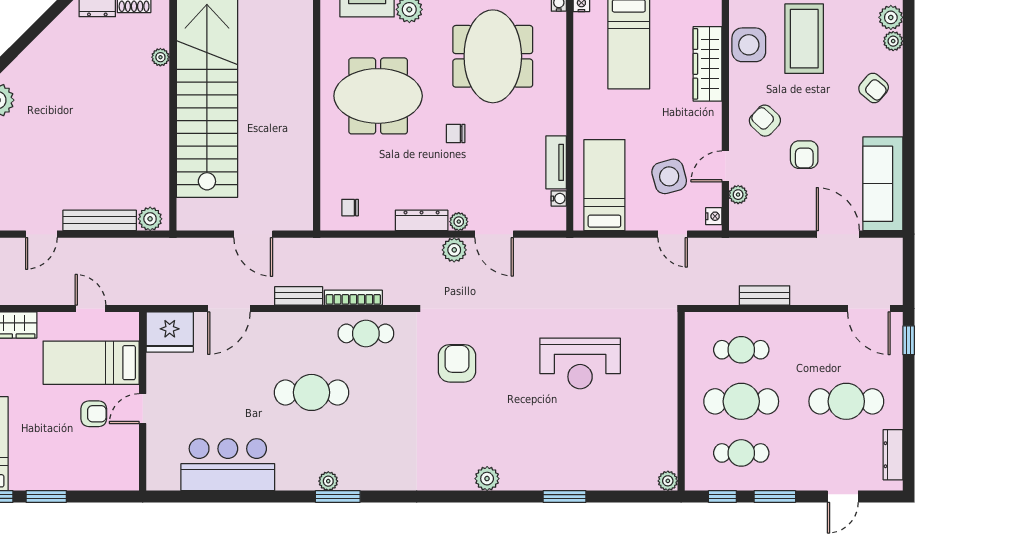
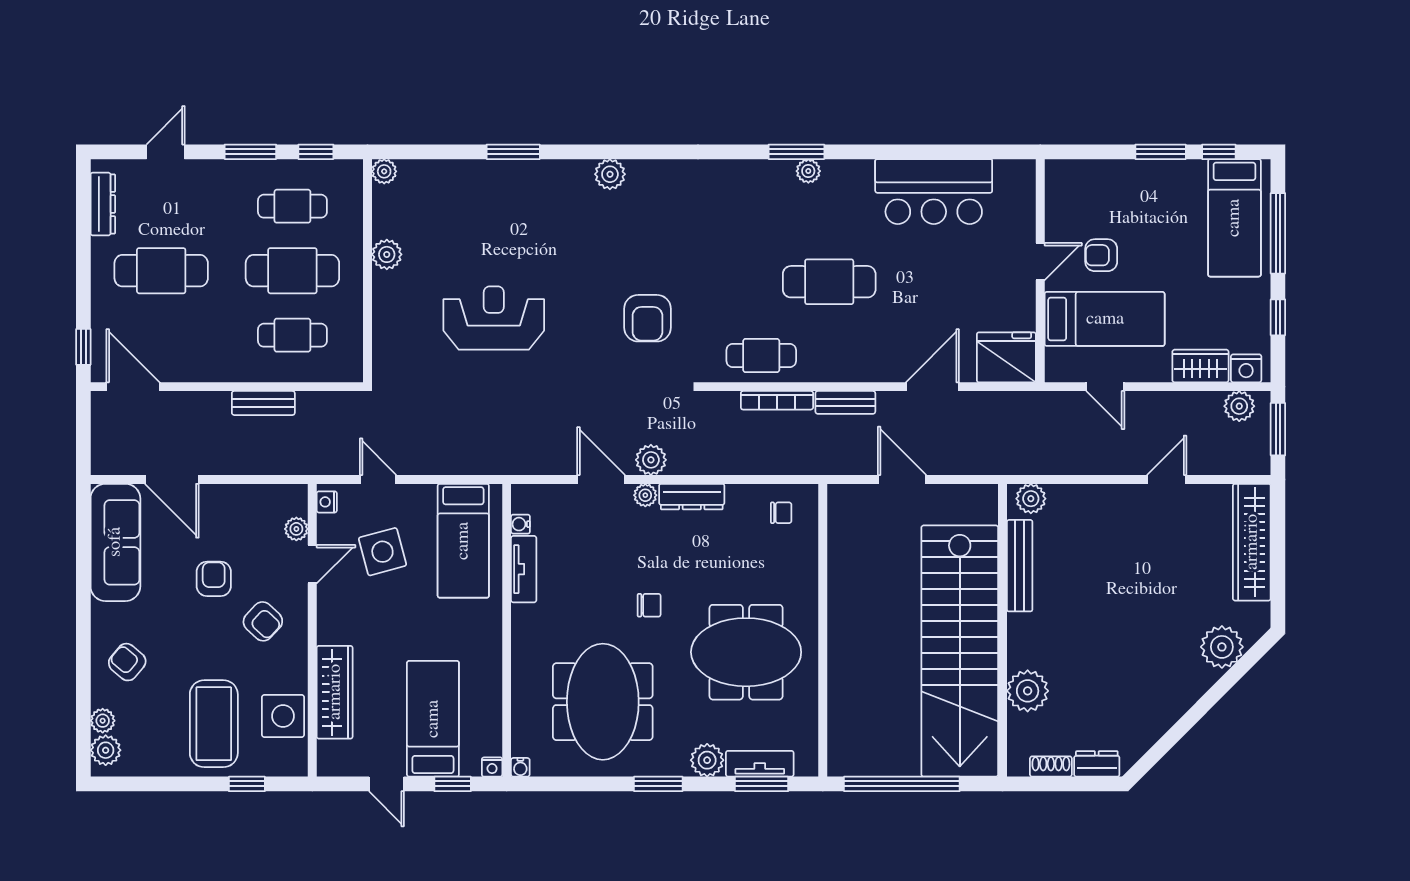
plant: (160, 57) -> (1028, 691), width x1.88, depth x1.88
bench: (100, 220) -> (1020, 566), moved, turned 90
plant: (666, 414) -> (387, 254), added

